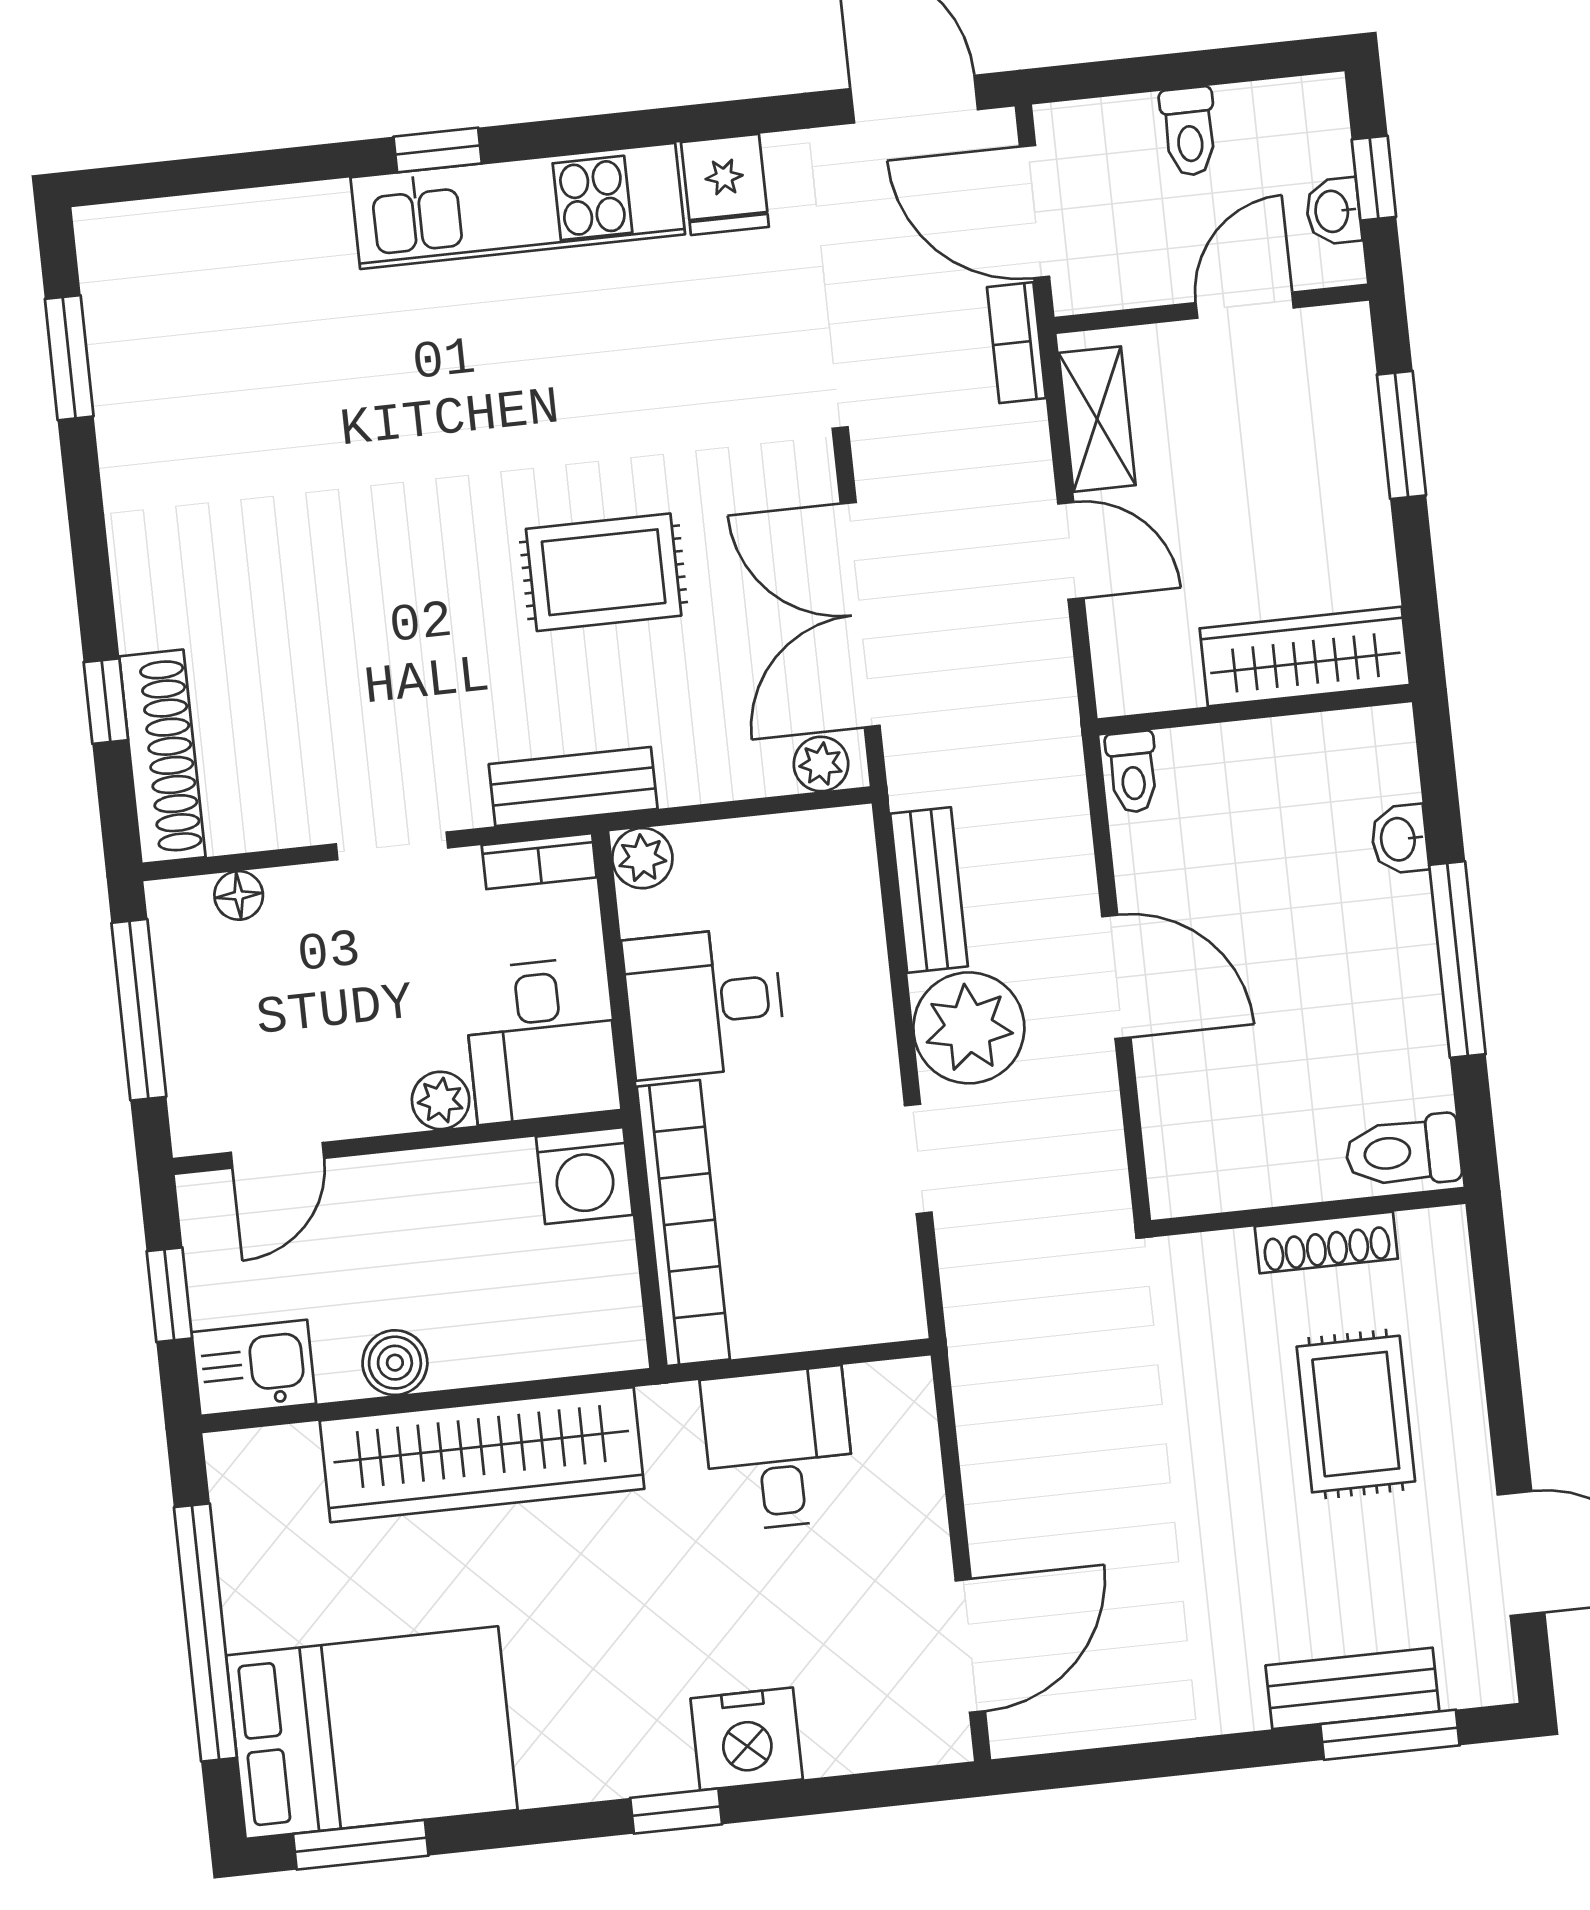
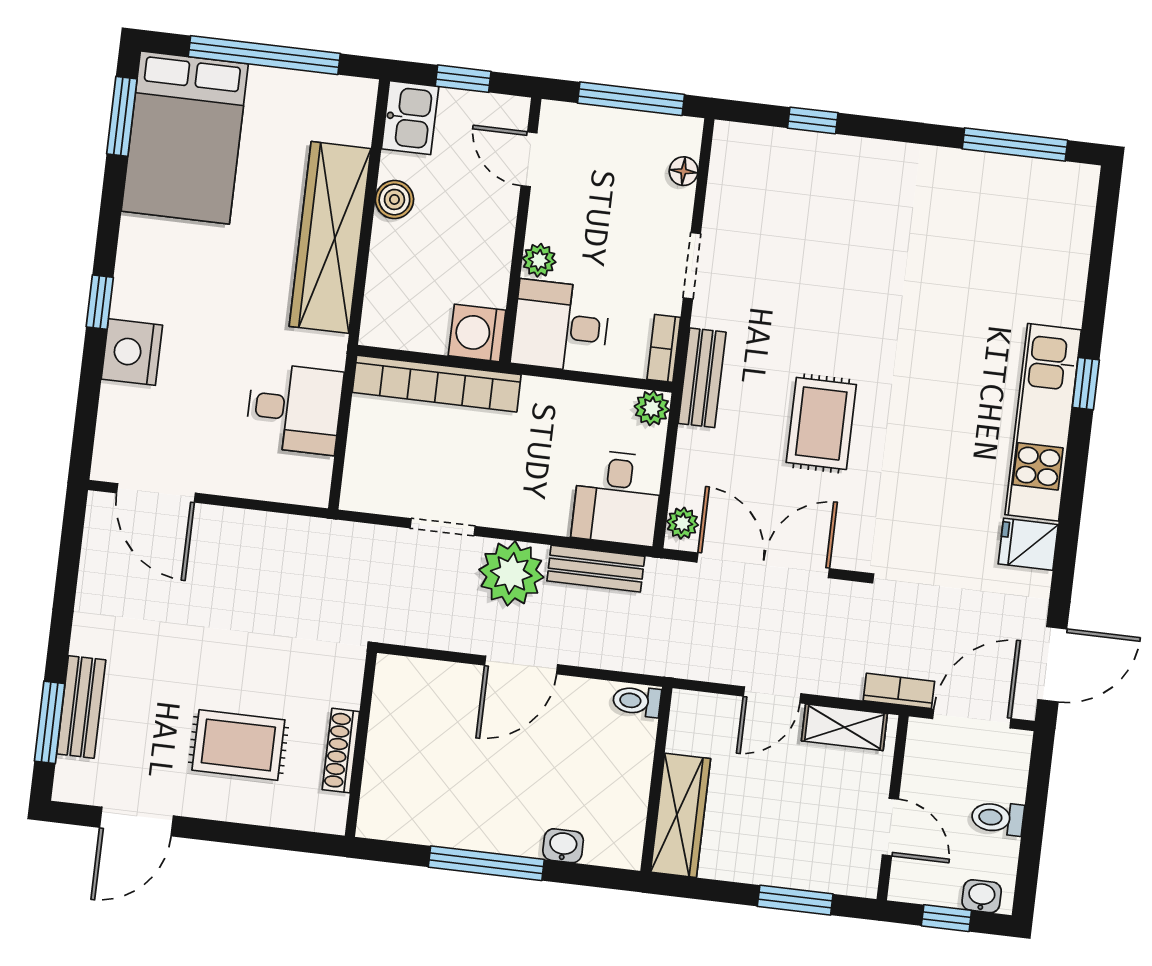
washbasin: (1333, 211) -> (982, 896), moved
window: (69, 358) -> (1015, 145), width x1.44
shoe rack: (162, 757) -> (773, 146), removed
desk: (704, 1003) -> (617, 498), moved, turned 180
toilet: (1403, 1152) -> (383, 807), removed

